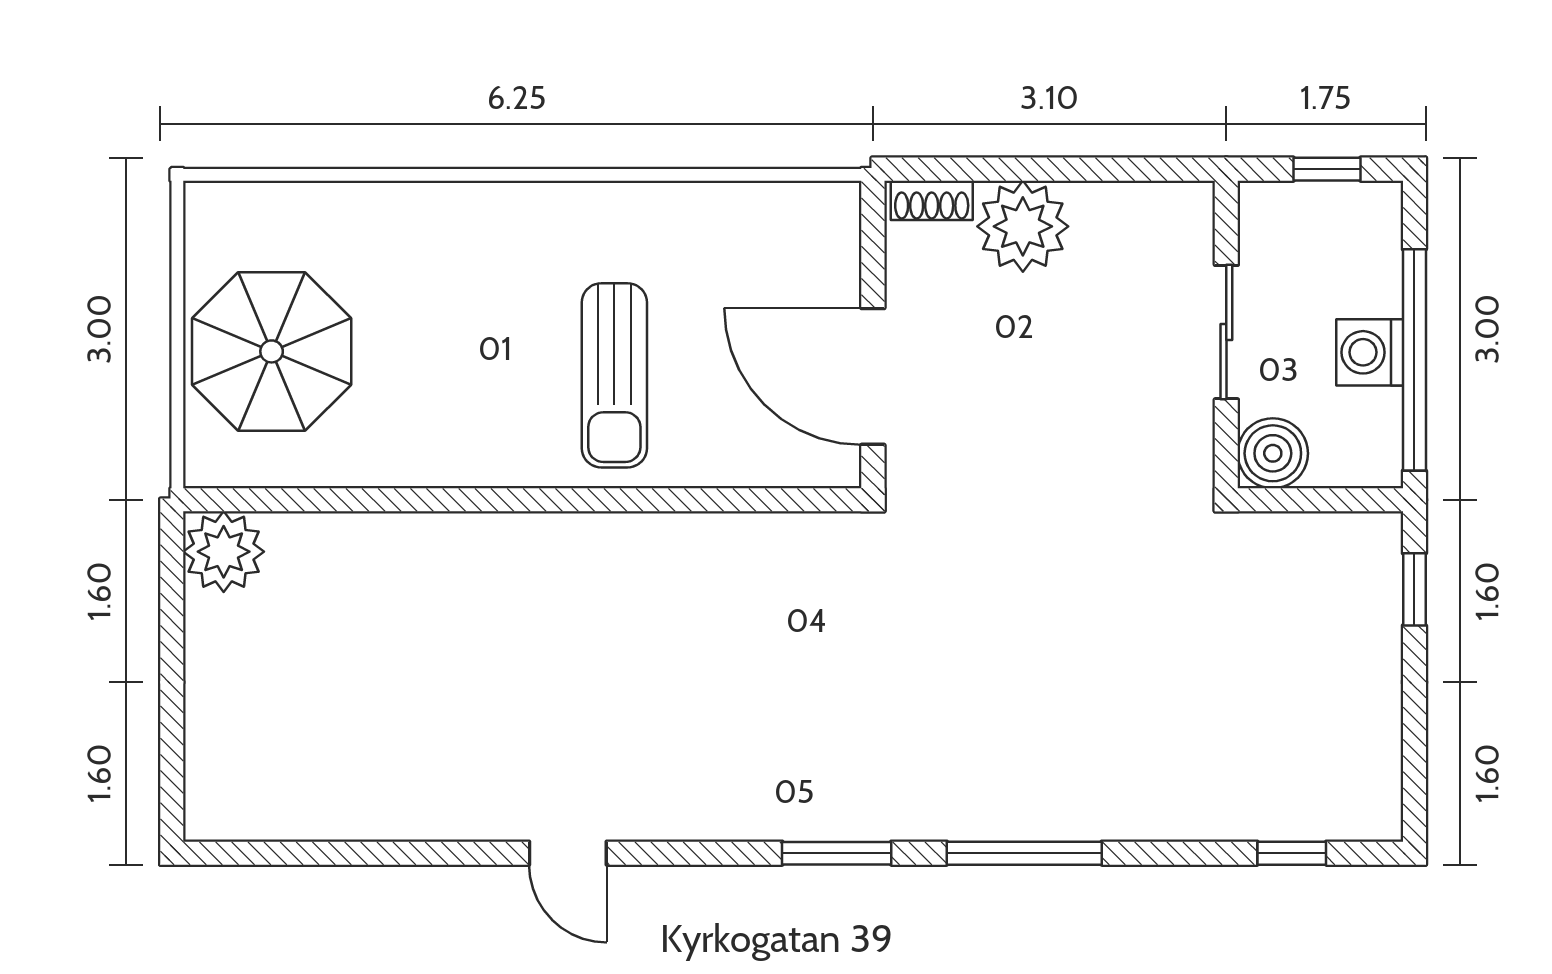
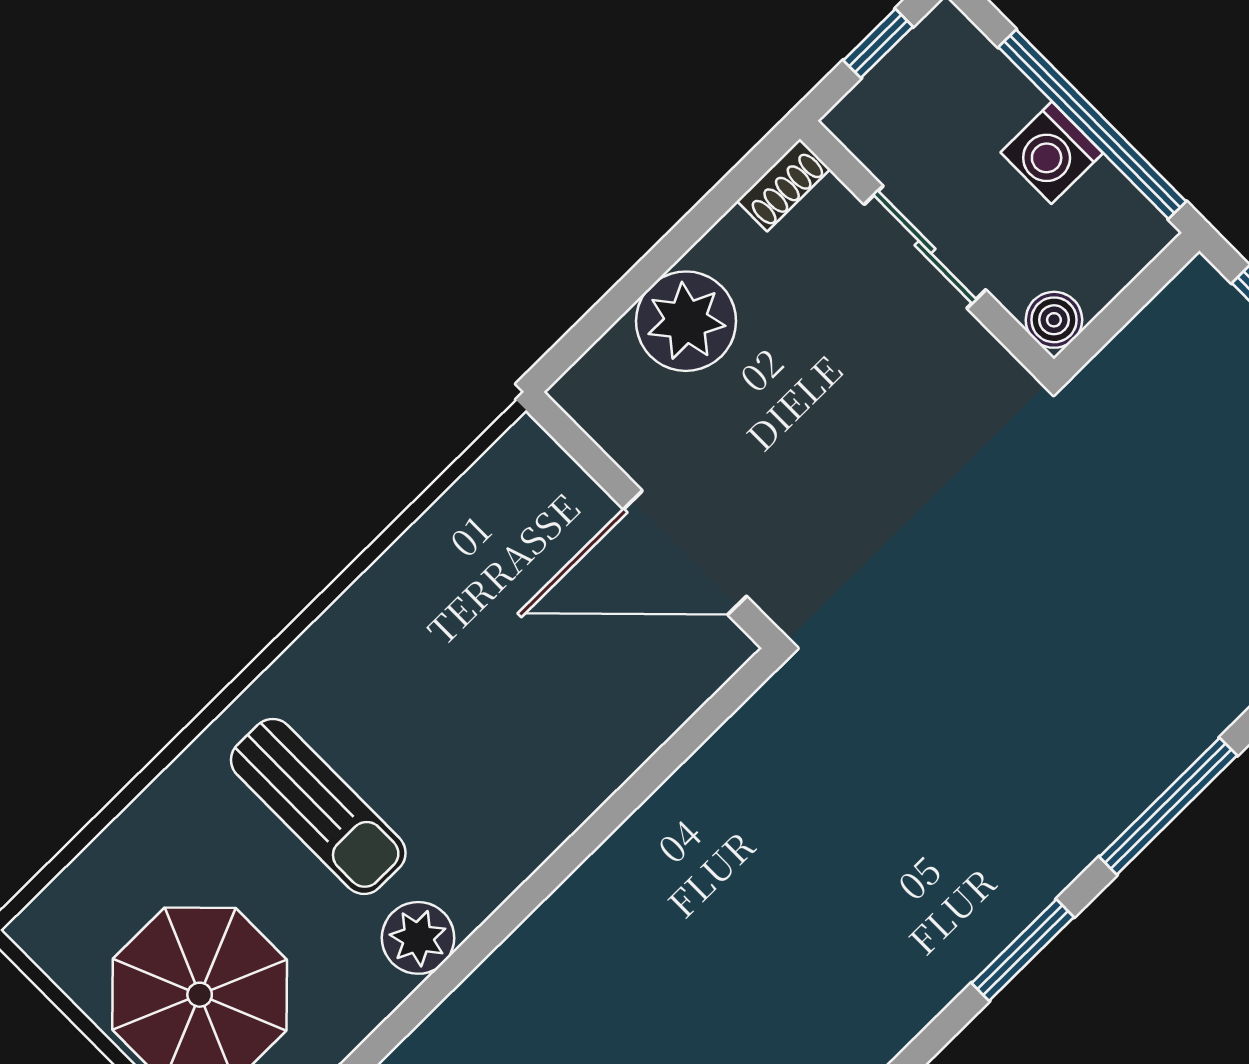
shoe rack: (932, 200) -> (783, 185), moved
sun lounger: (614, 375) -> (318, 806), moved
boiler: (1273, 453) -> (1054, 320), width x0.73, depth x0.73
plant: (450, 455) -> (418, 938), added

